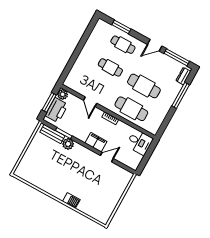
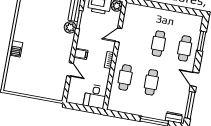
cafe table: (144, 86) -> (151, 82), width x0.73, depth x0.74
cafe table: (131, 109) -> (125, 78), width x0.73, depth x0.74
filing cabinet: (96, 142) -> (81, 54), width x0.50

